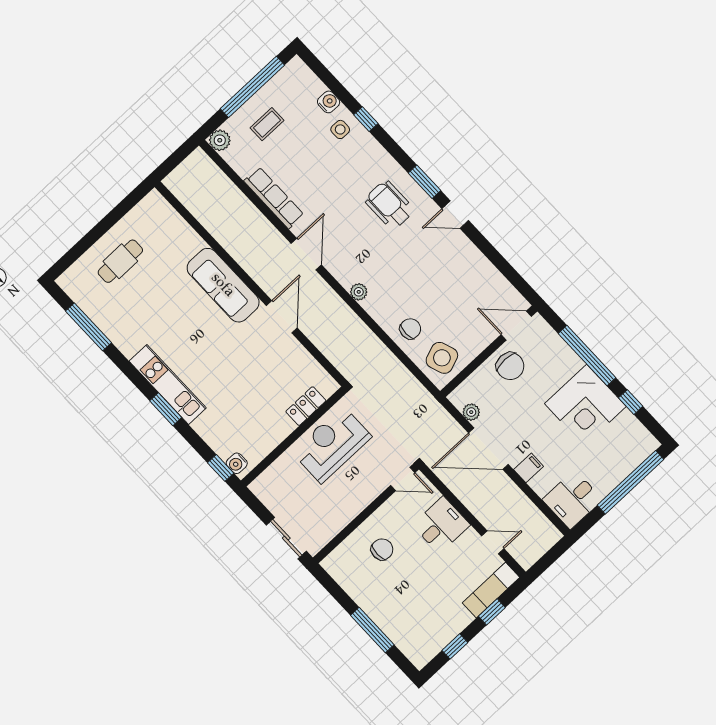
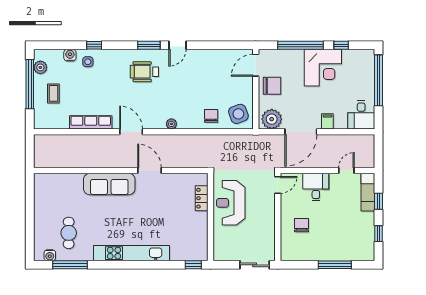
plant: (220, 140) -> (40, 67), moved
cafe table: (120, 261) -> (69, 233), moved
kitchen unit: (168, 385) -> (131, 253), width x1.36
window: (166, 409) -> (142, 265), removed
plant: (471, 412) -> (272, 119), width x1.88, depth x1.88
water cooler: (237, 463) -> (50, 255), moved

